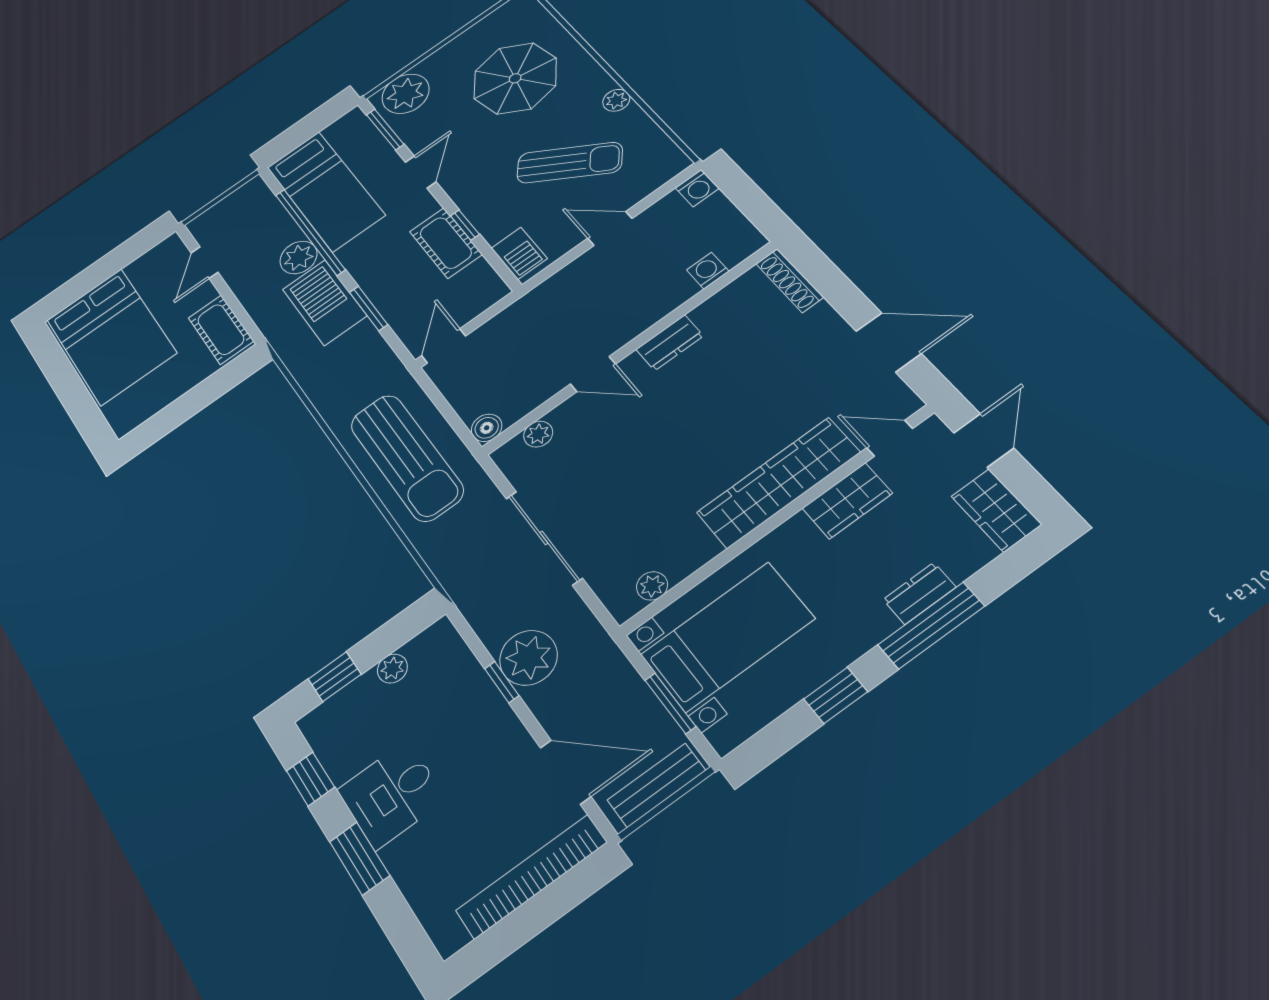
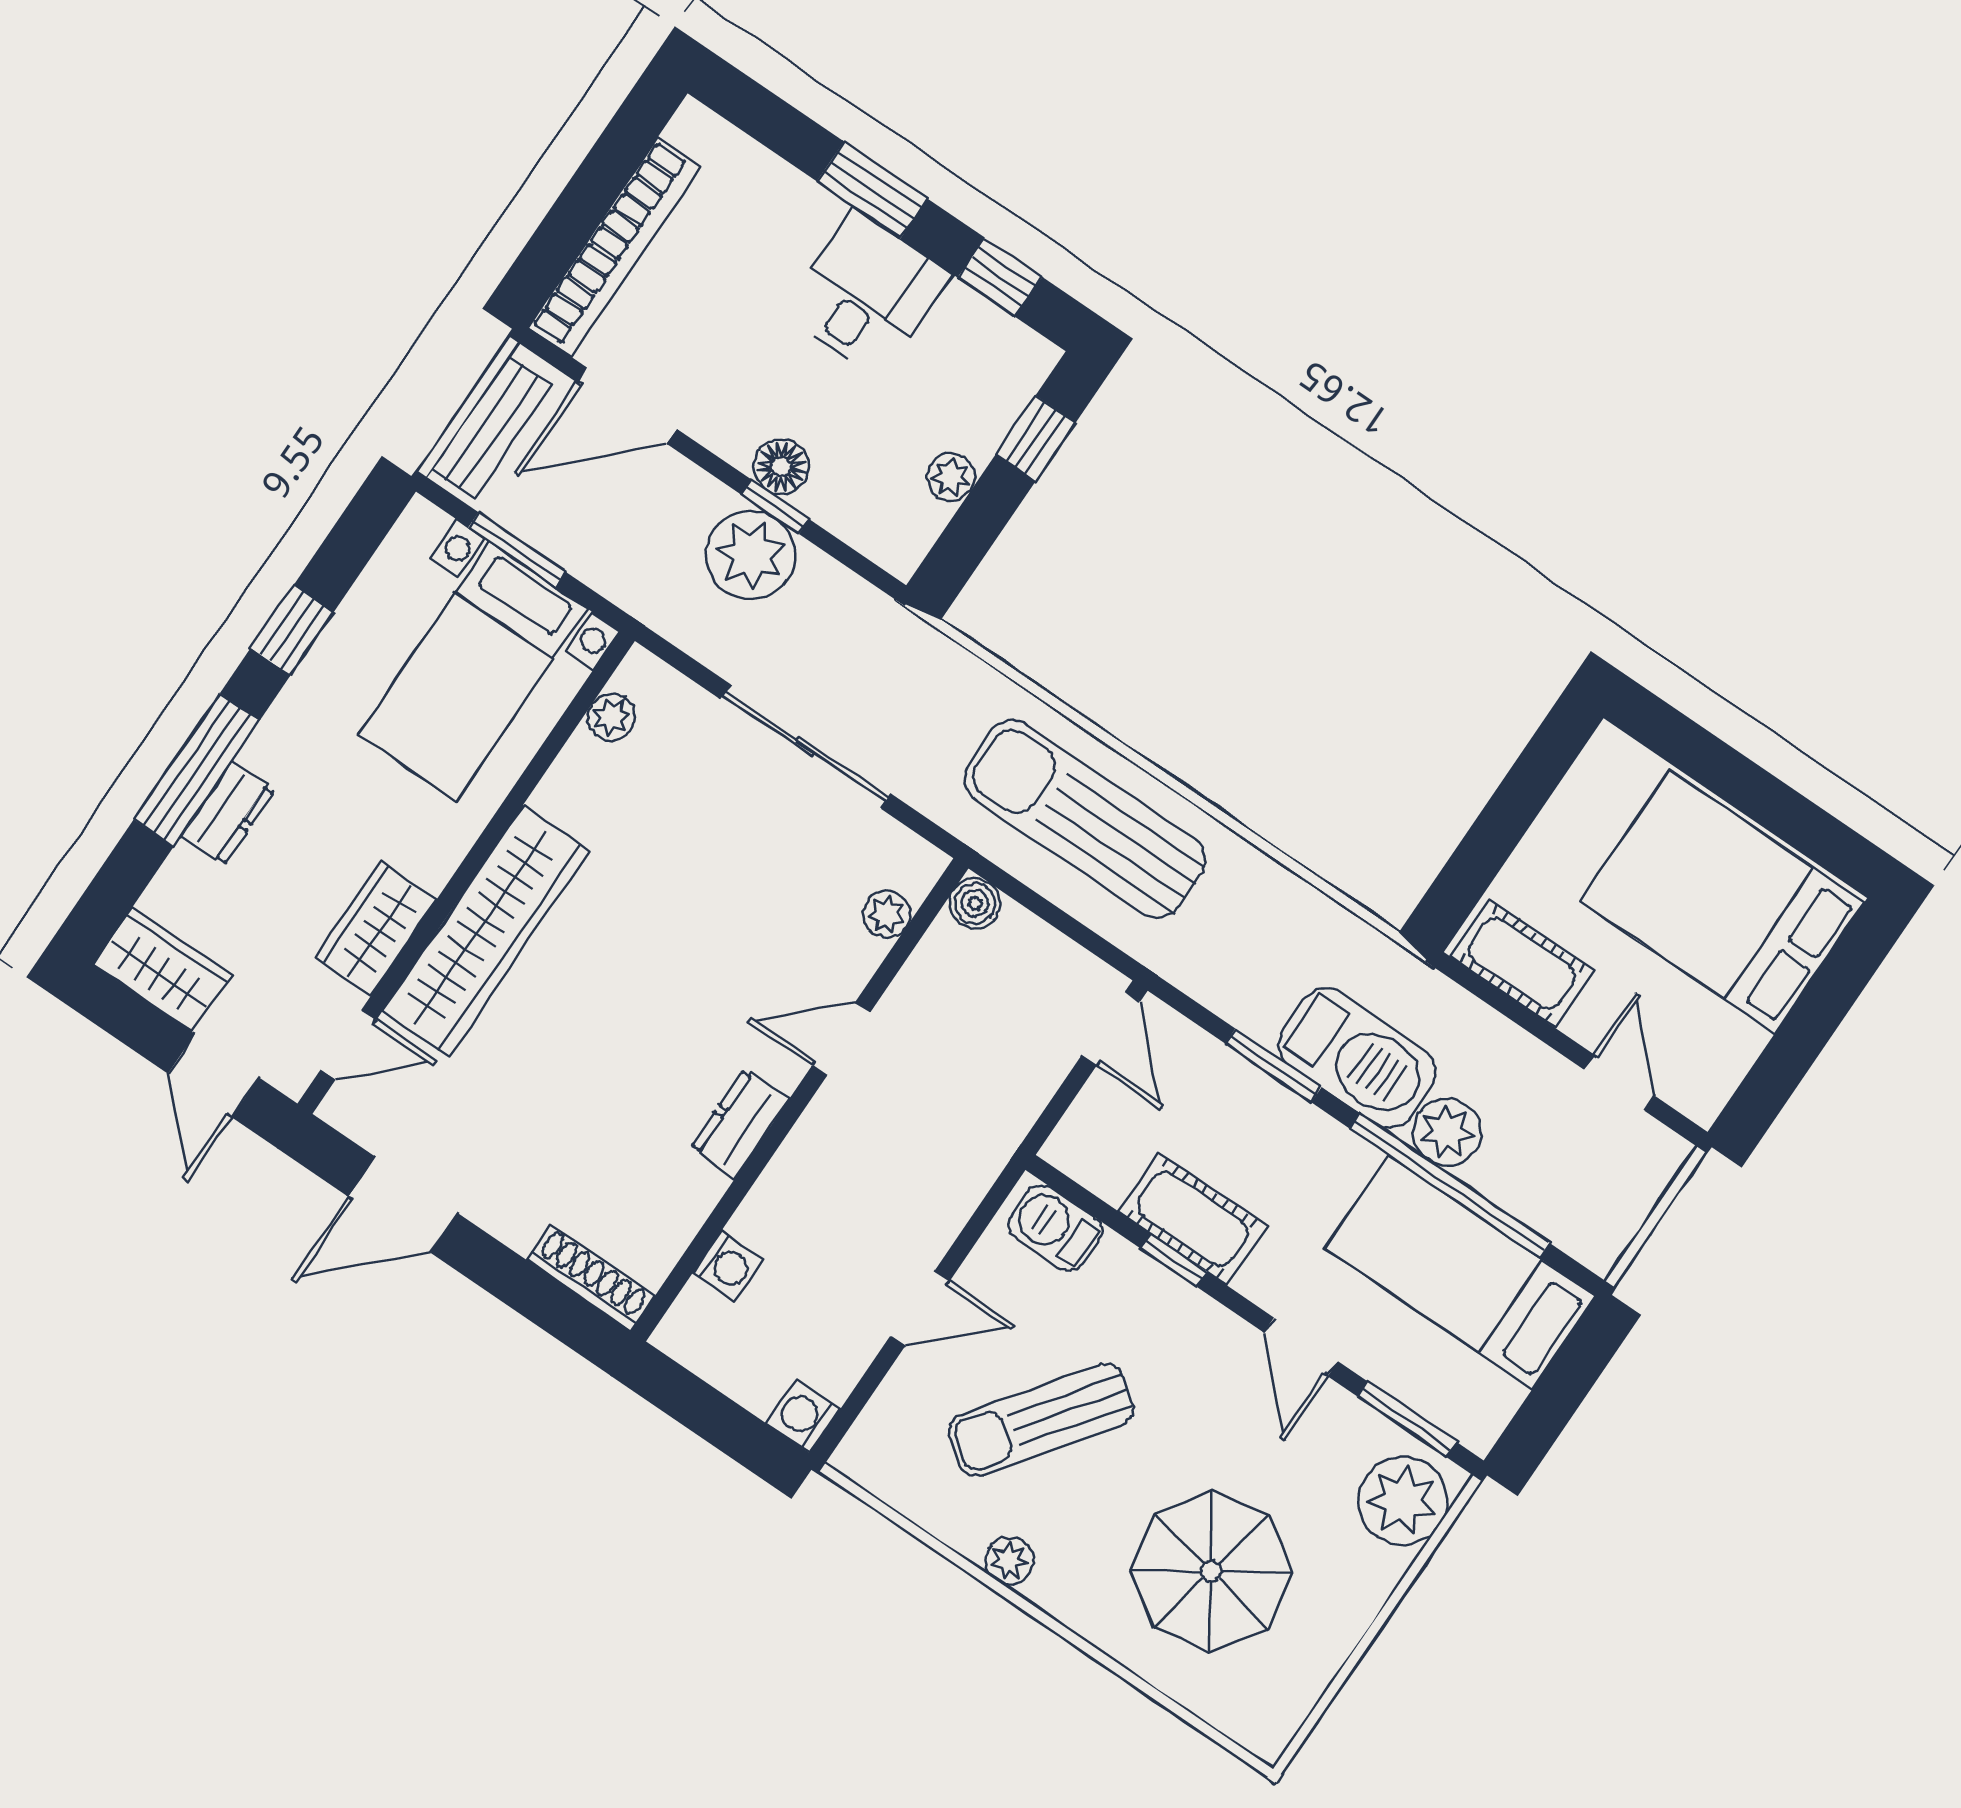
floor lamp: (488, 705) -> (781, 467), added

